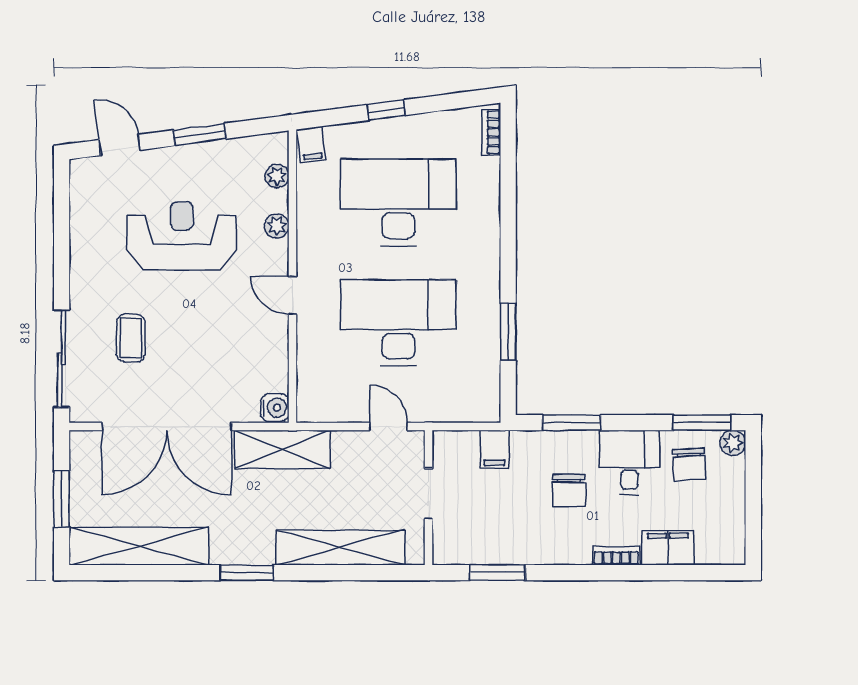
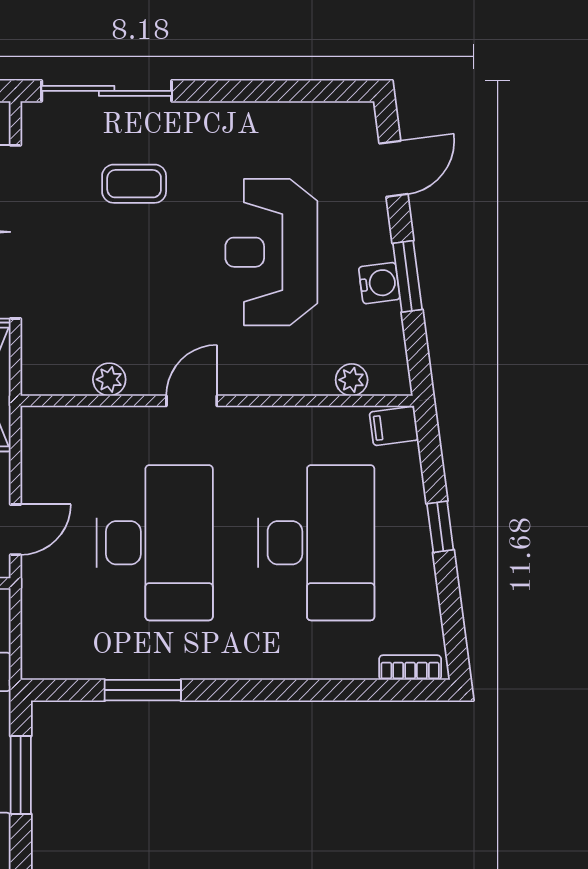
plant: (277, 226) -> (109, 379), moved
reception desk: (182, 236) -> (271, 252), turned 180
water cooler: (275, 408) -> (379, 283), moved, turned -97

